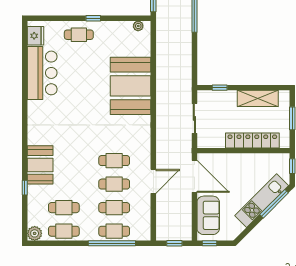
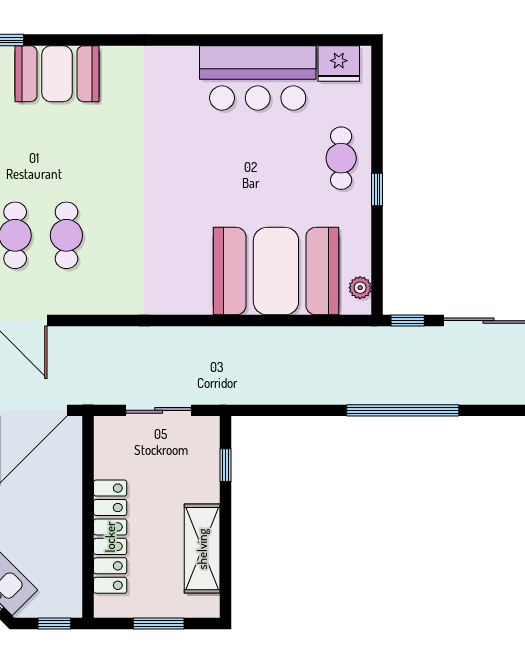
booth: (131, 86) -> (276, 271), moved

